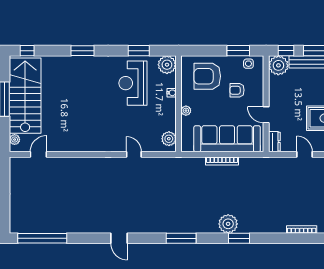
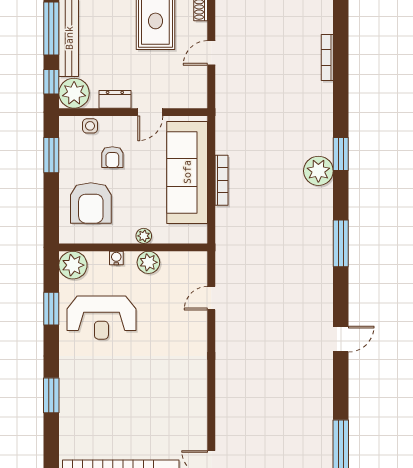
side table: (248, 64) -> (90, 126), moved
plant: (169, 139) -> (148, 262), moved
dresser: (274, 142) -> (115, 99), moved
door: (134, 154) -> (211, 298), moved

